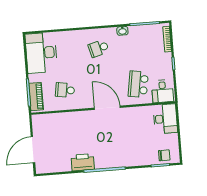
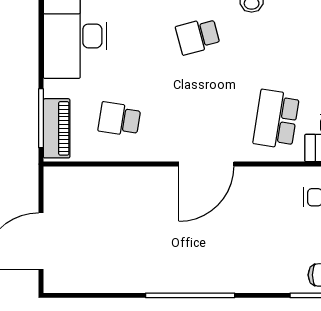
door: (107, 108) -> (206, 164), swing flipped
printer: (83, 162) -> (145, 276), removed

